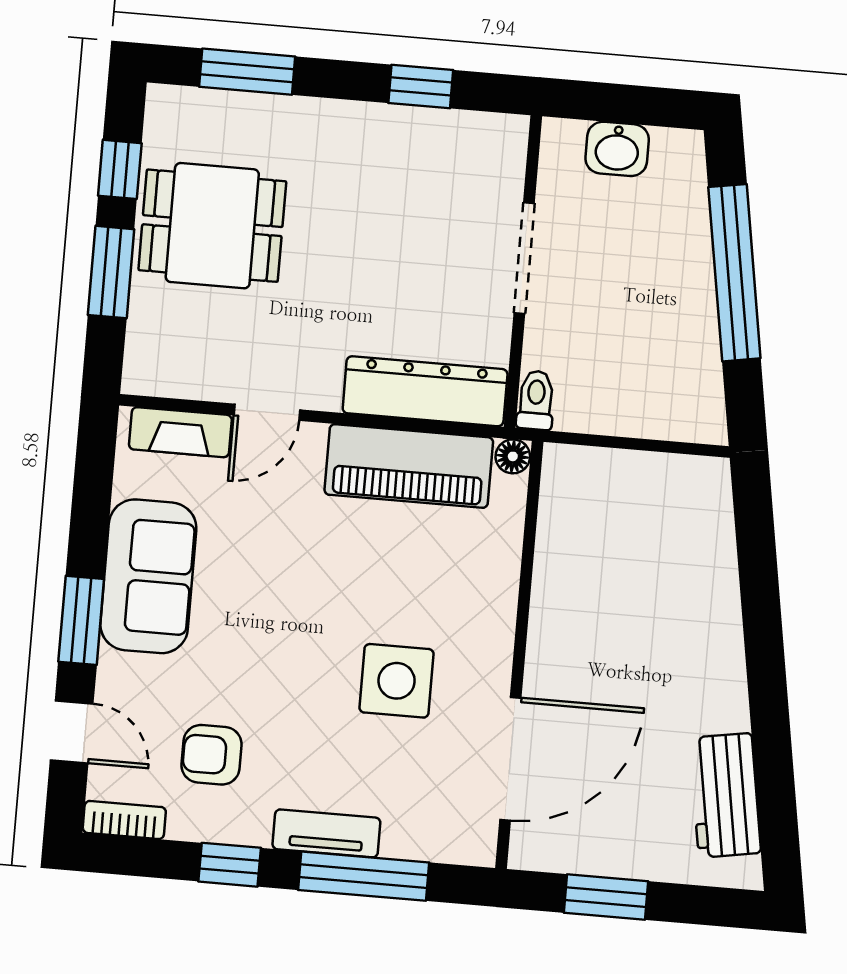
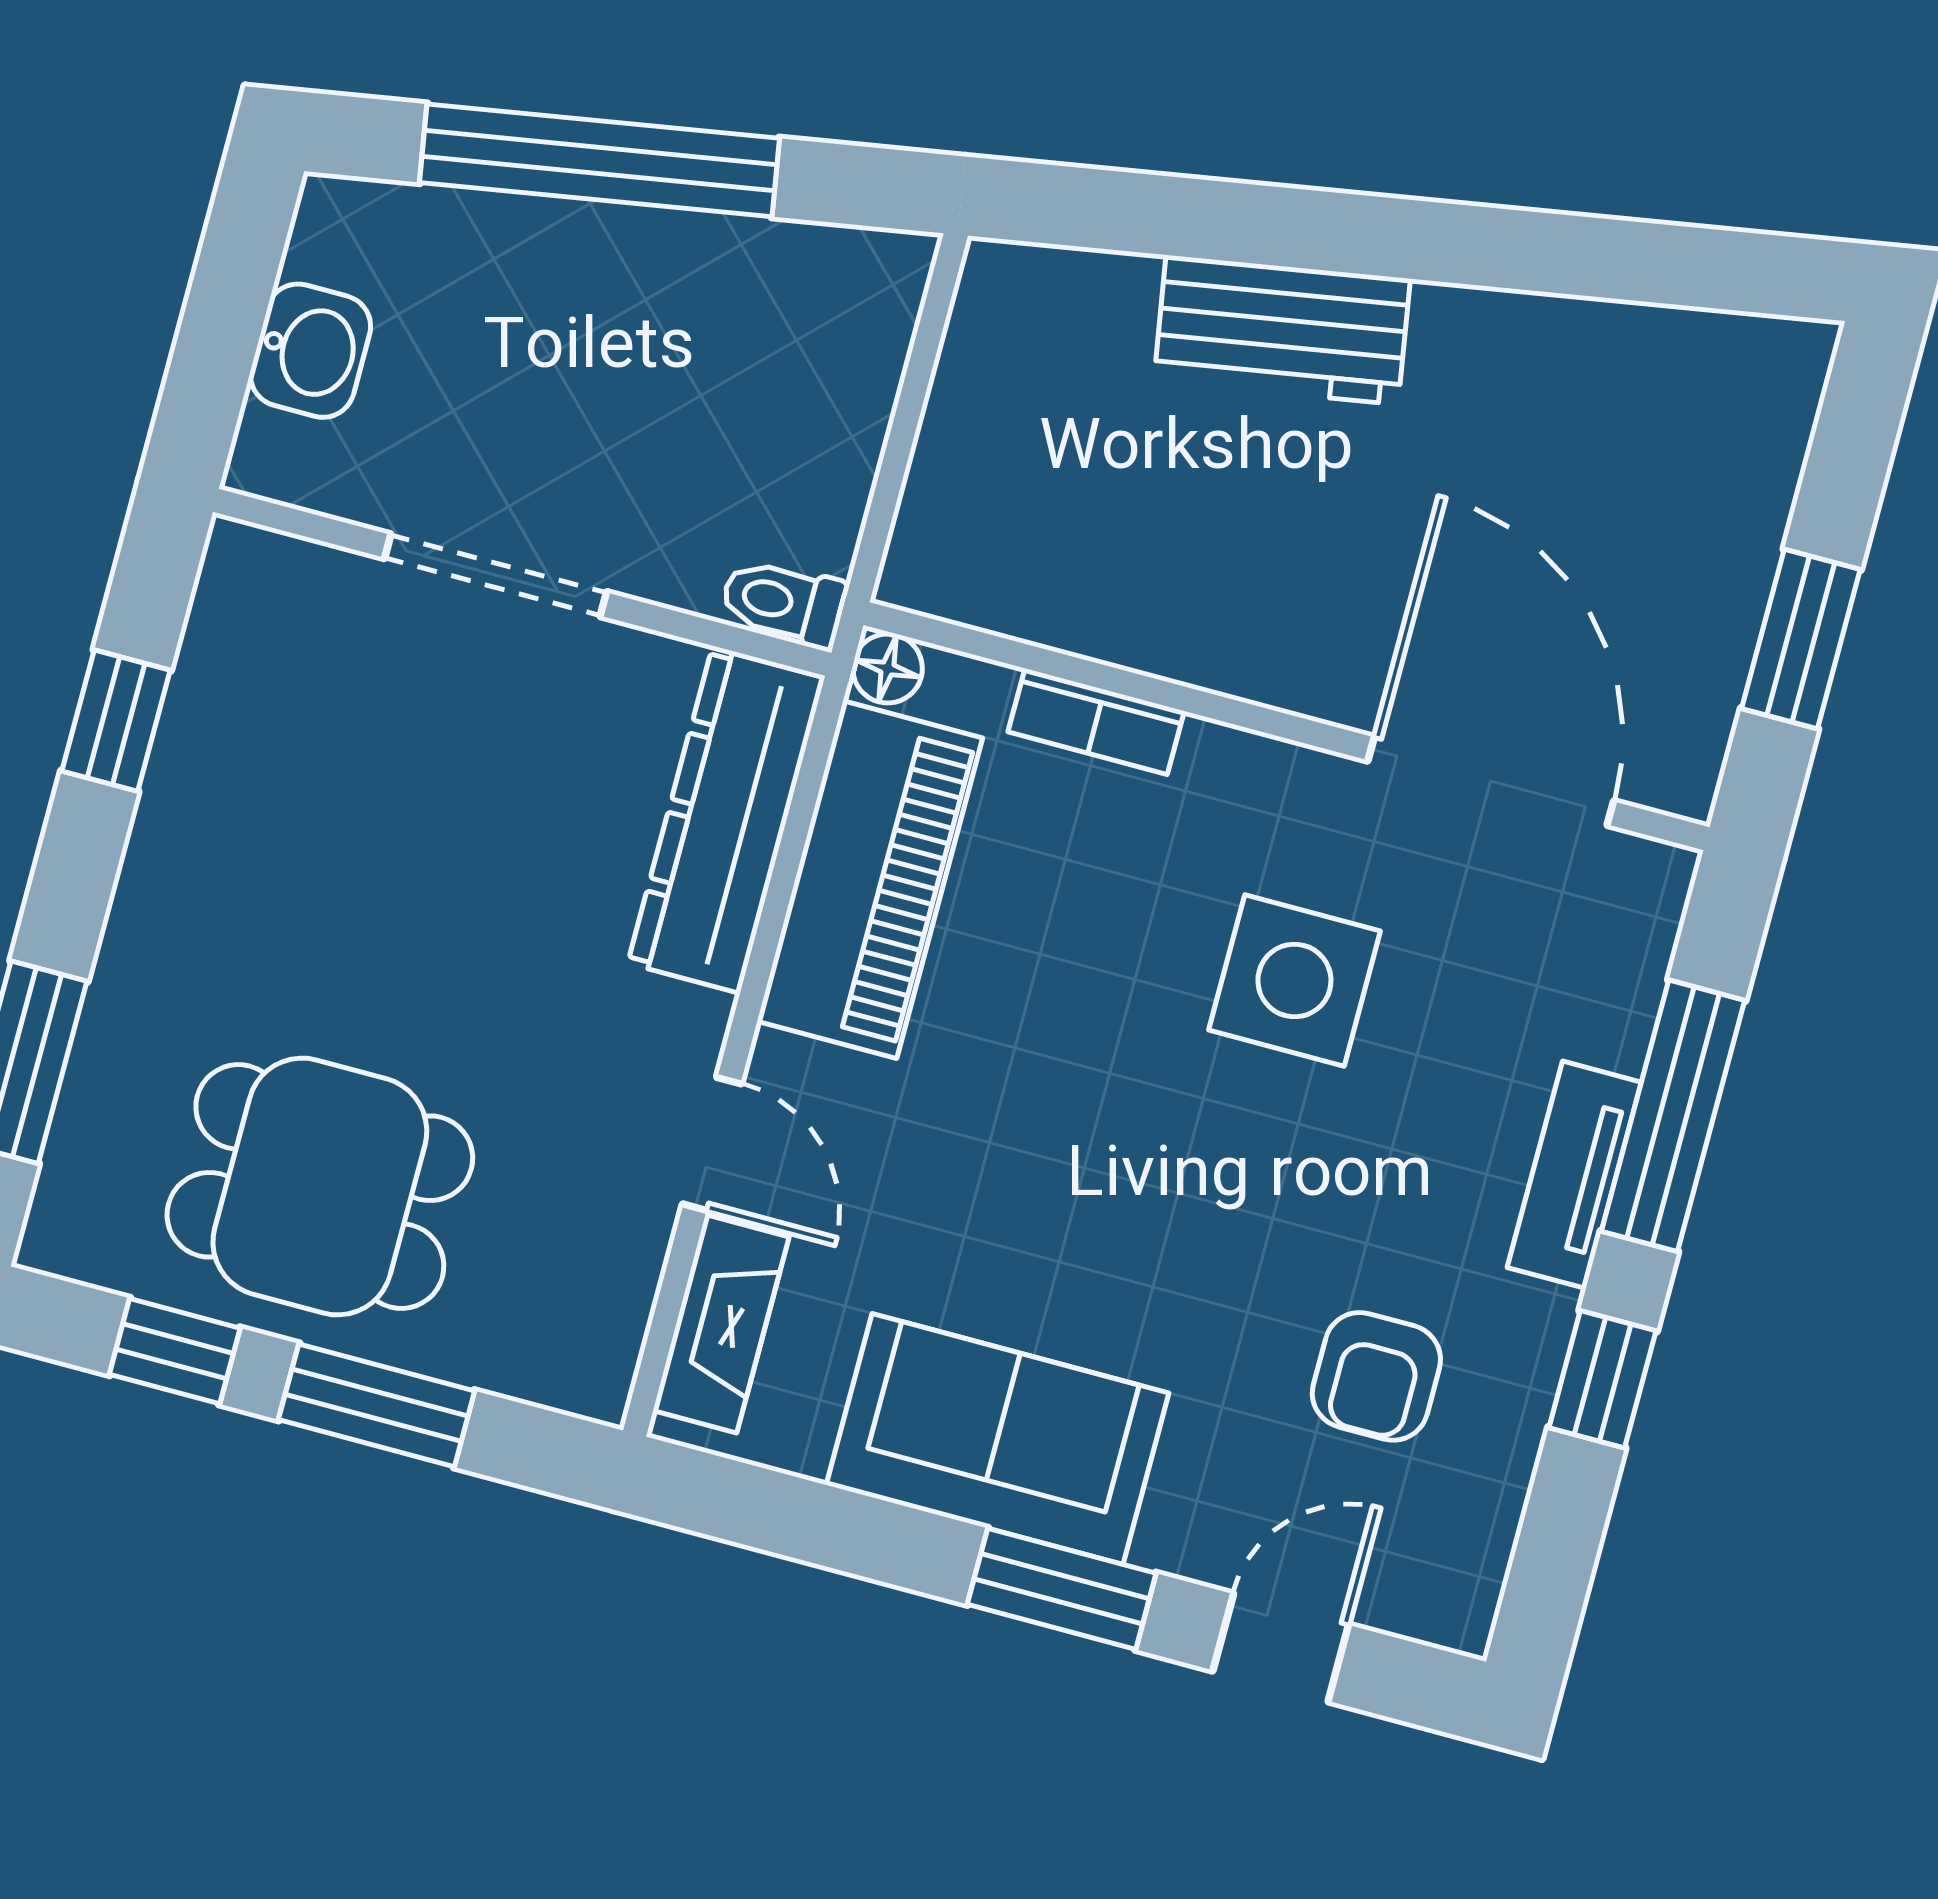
dining table: (212, 226) -> (320, 1187), turned 90
workbench: (725, 795) -> (1282, 330), moved
bookcase: (124, 820) -> (1096, 721), moved, turned -90

